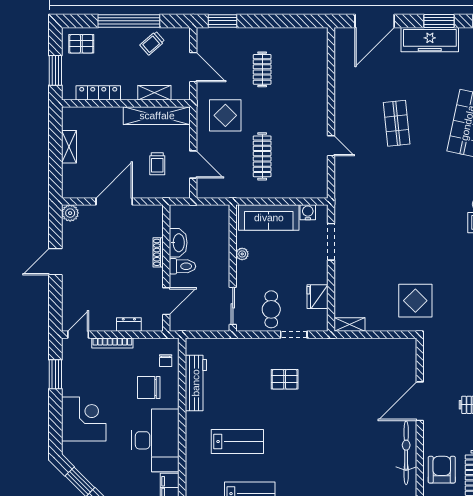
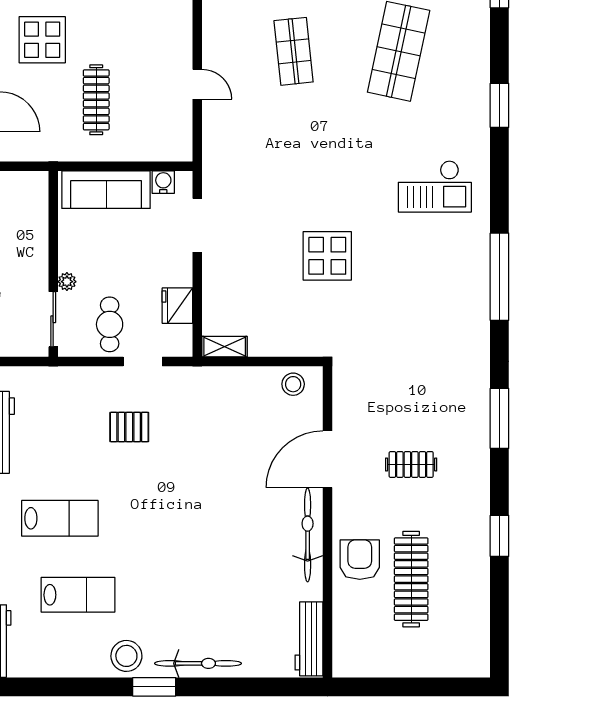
plant: (242, 254) -> (67, 282), moved
display table: (415, 301) -> (327, 256), moved
stool: (396, 350) -> (293, 384), added

